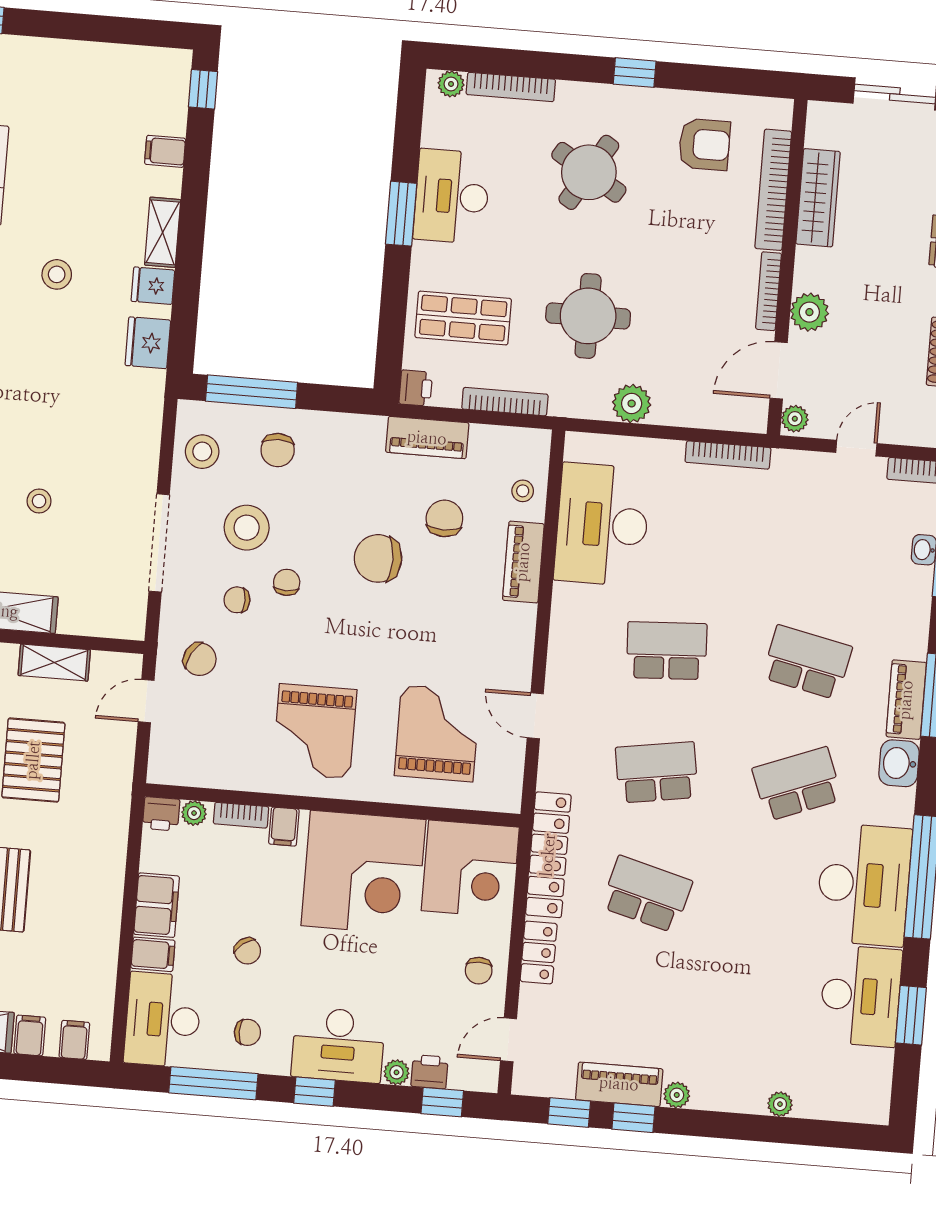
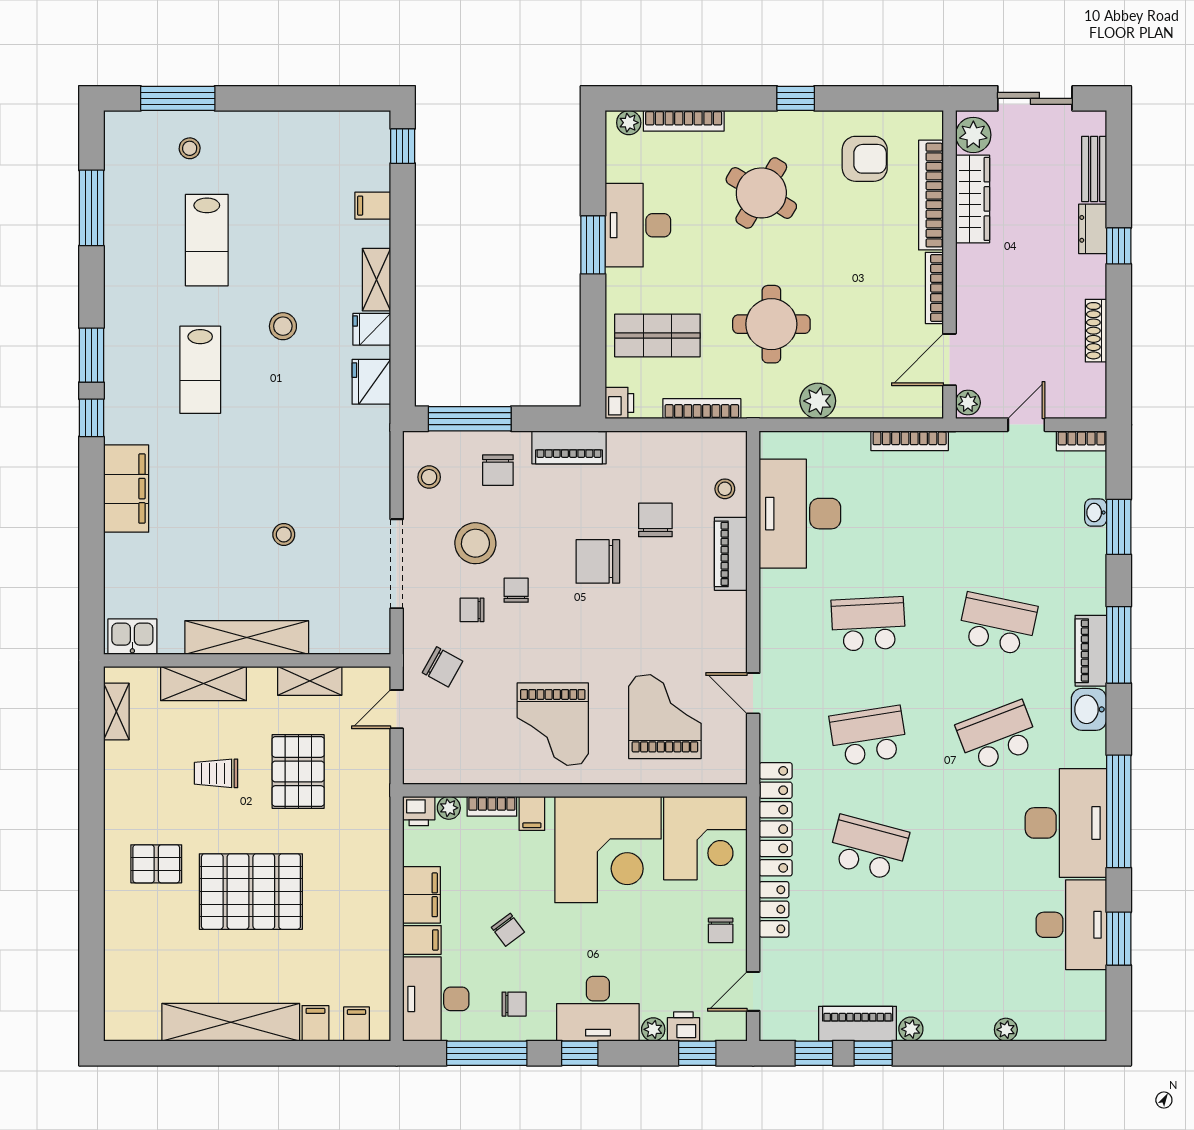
plant: (809, 312) -> (973, 135), moved
piano: (427, 438) -> (569, 447), moved
stool: (202, 452) -> (429, 477), width x0.73, depth x0.73

